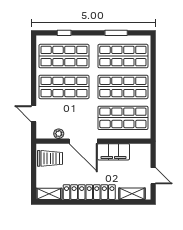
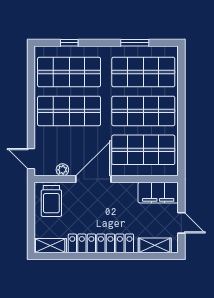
door: (34, 114) -> (31, 159), moved
door: (83, 141) -> (93, 179), swing flipped
filing cabinet: (114, 152) -> (158, 193), moved
trolley: (50, 158) -> (51, 201), turned 90

